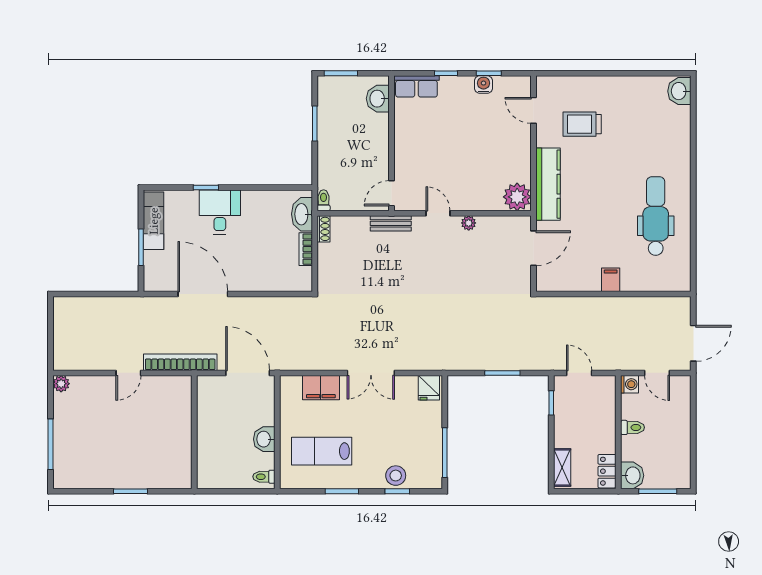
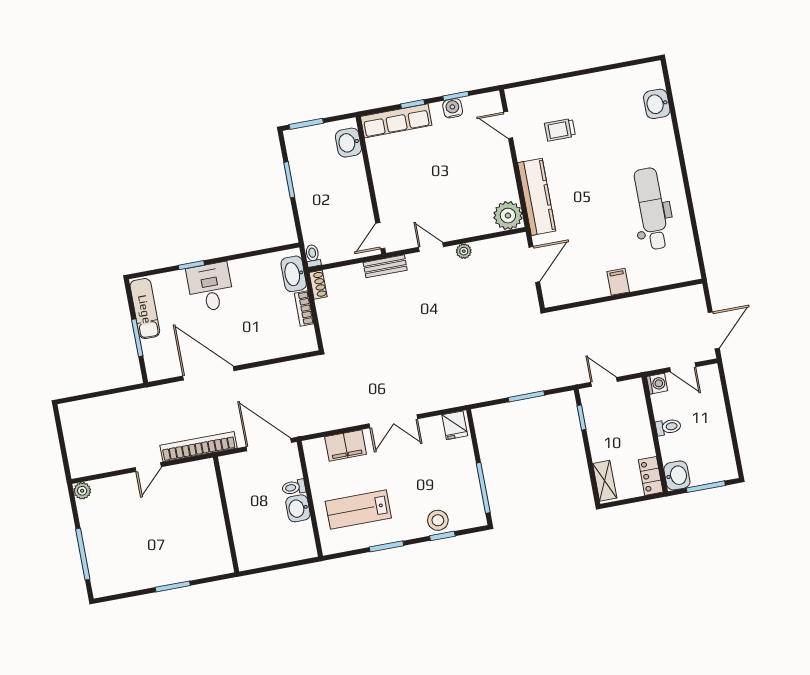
row of seats: (416, 86) -> (396, 121), width x1.48
washbasin: (679, 91) -> (657, 104), moved
trolley: (582, 124) -> (560, 130), width x0.73, depth x0.72
toilet: (264, 477) -> (294, 487), moved

